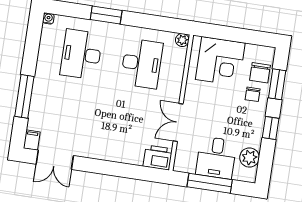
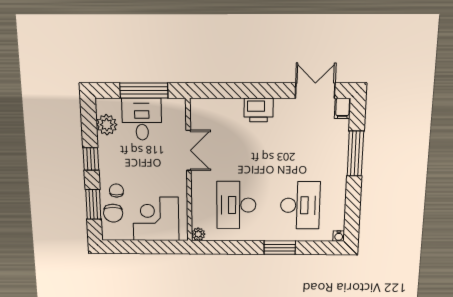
chair: (260, 73) -> (113, 213), turned 180
printer: (158, 158) -> (259, 110), moved

